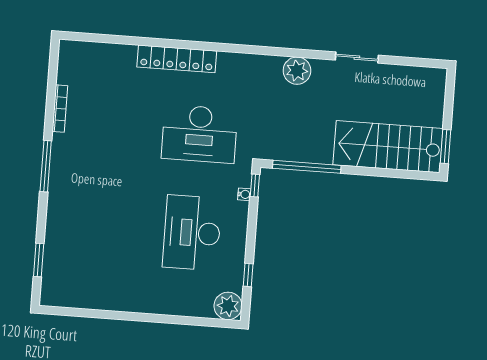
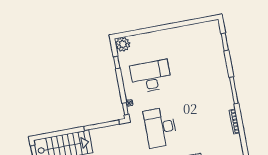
desk: (199, 134) -> (160, 127), turned -90
desk: (192, 233) -> (151, 76), turned -90

